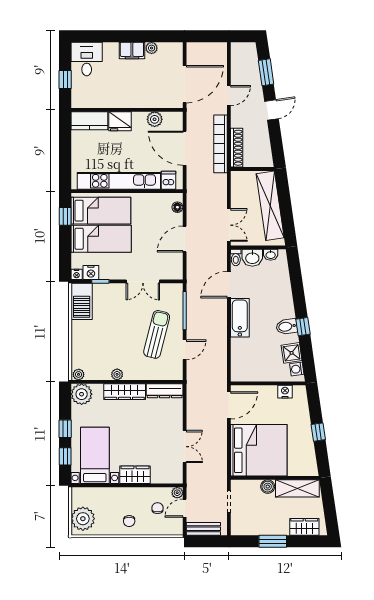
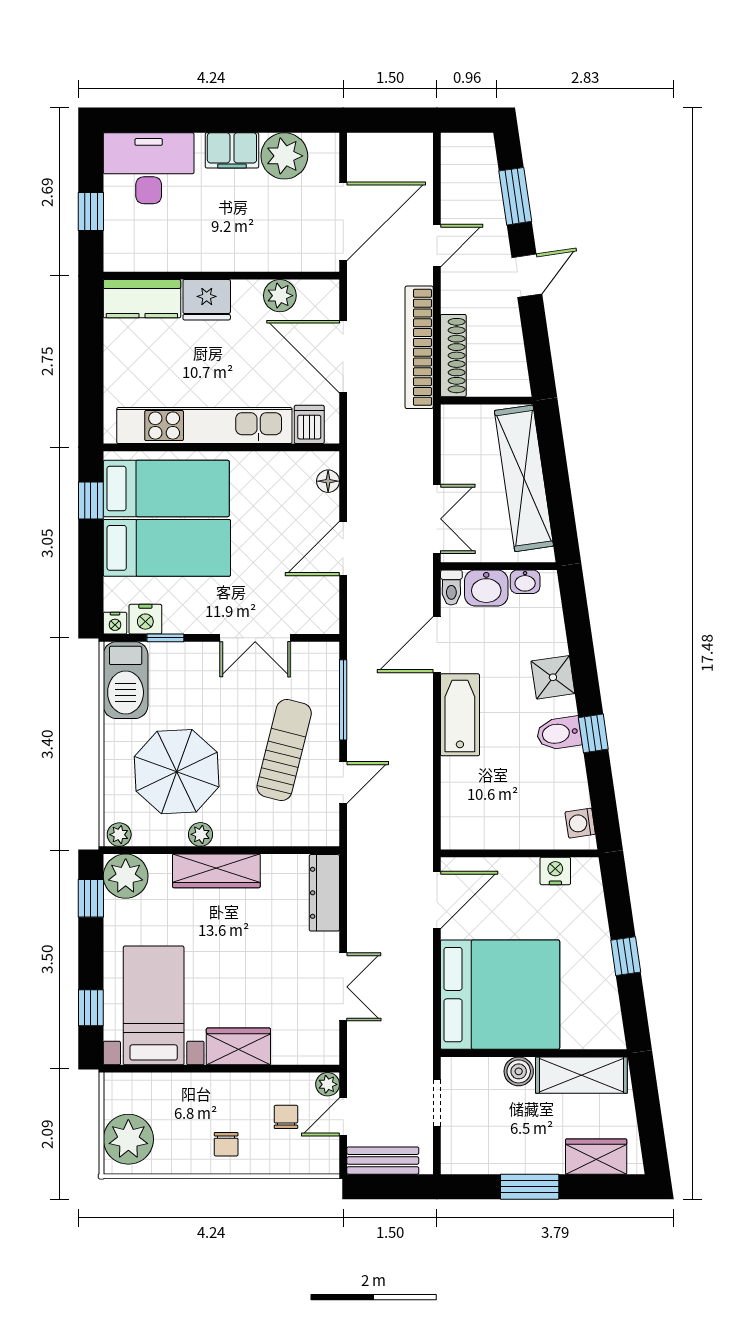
plant: (152, 48) -> (284, 156), width x1.87, depth x1.87
desk: (87, 59) -> (149, 168), width x1.37
parasol: (106, 345) -> (177, 772), added
shower: (292, 353) -> (553, 677), moved
dresser: (165, 391) -> (324, 893), moved, turned 90
window: (65, 429) -> (91, 898), moved

